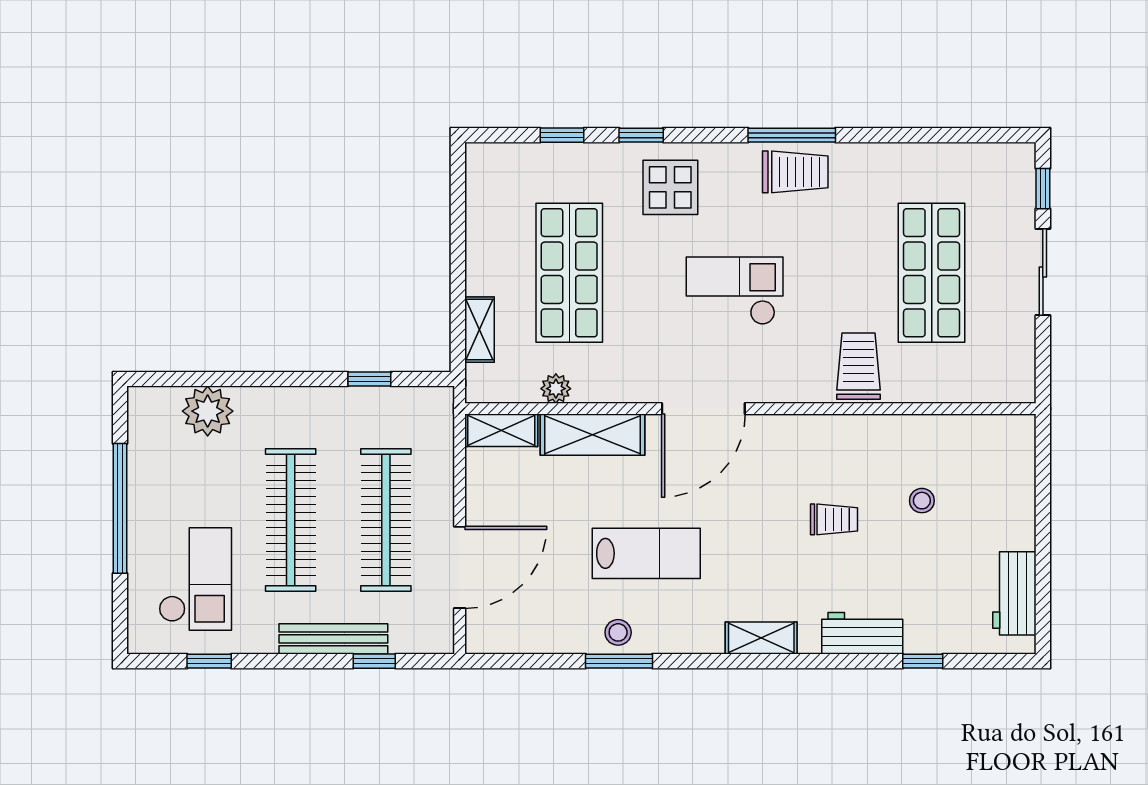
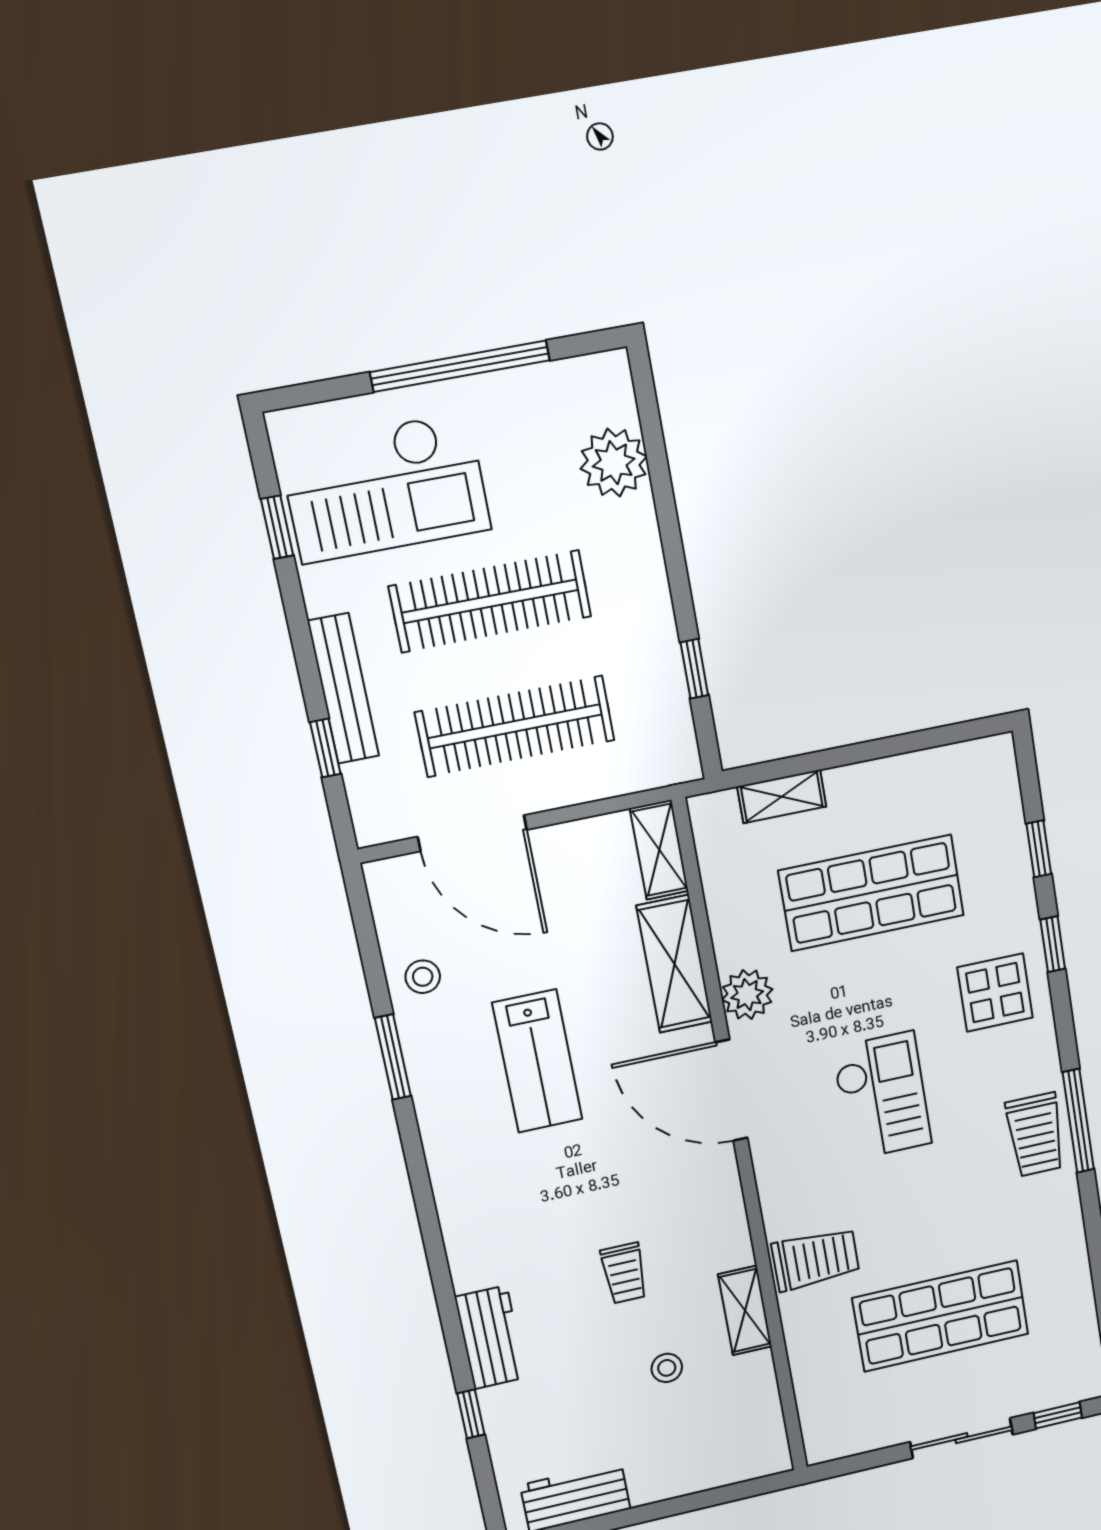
plant: (556, 389) -> (747, 995), moved, width x1.38, depth x1.38
checkout: (195, 579) -> (385, 488), width x1.36, depth x1.21
stool: (618, 632) -> (423, 977), moved
shelving: (761, 638) -> (745, 1310), moved

